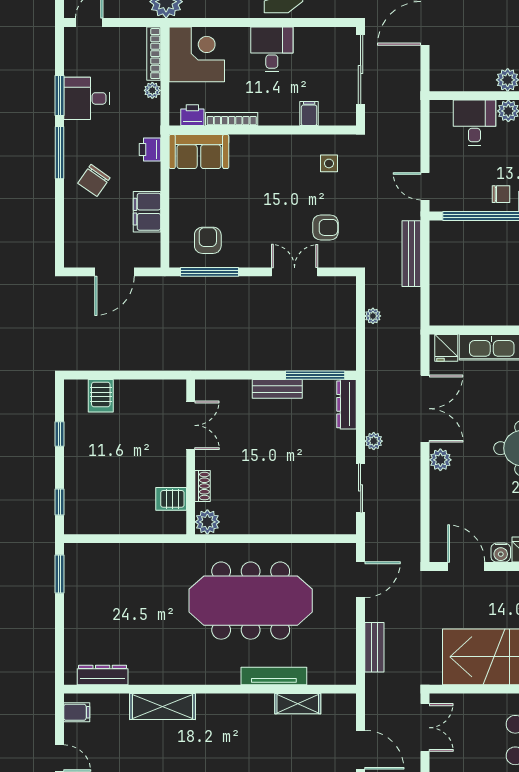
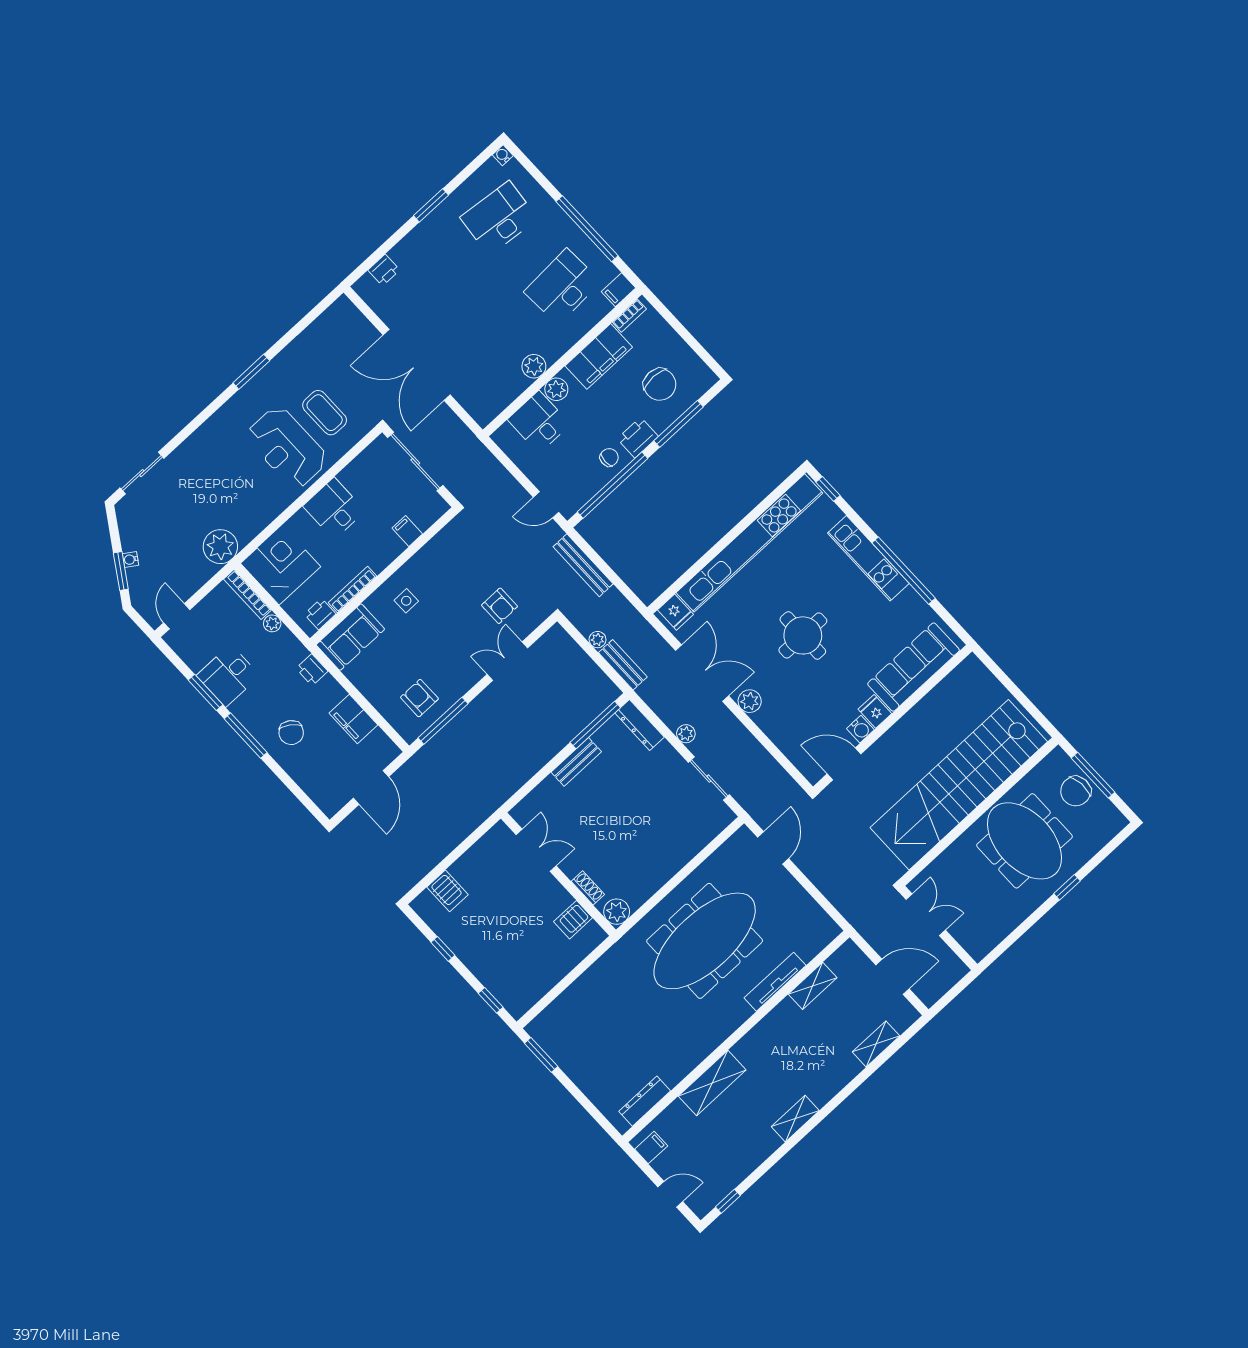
side table: (329, 163) -> (406, 601), moved
armchair: (325, 227) -> (500, 606), turned 90
bench: (374, 647) -> (623, 665), moved

